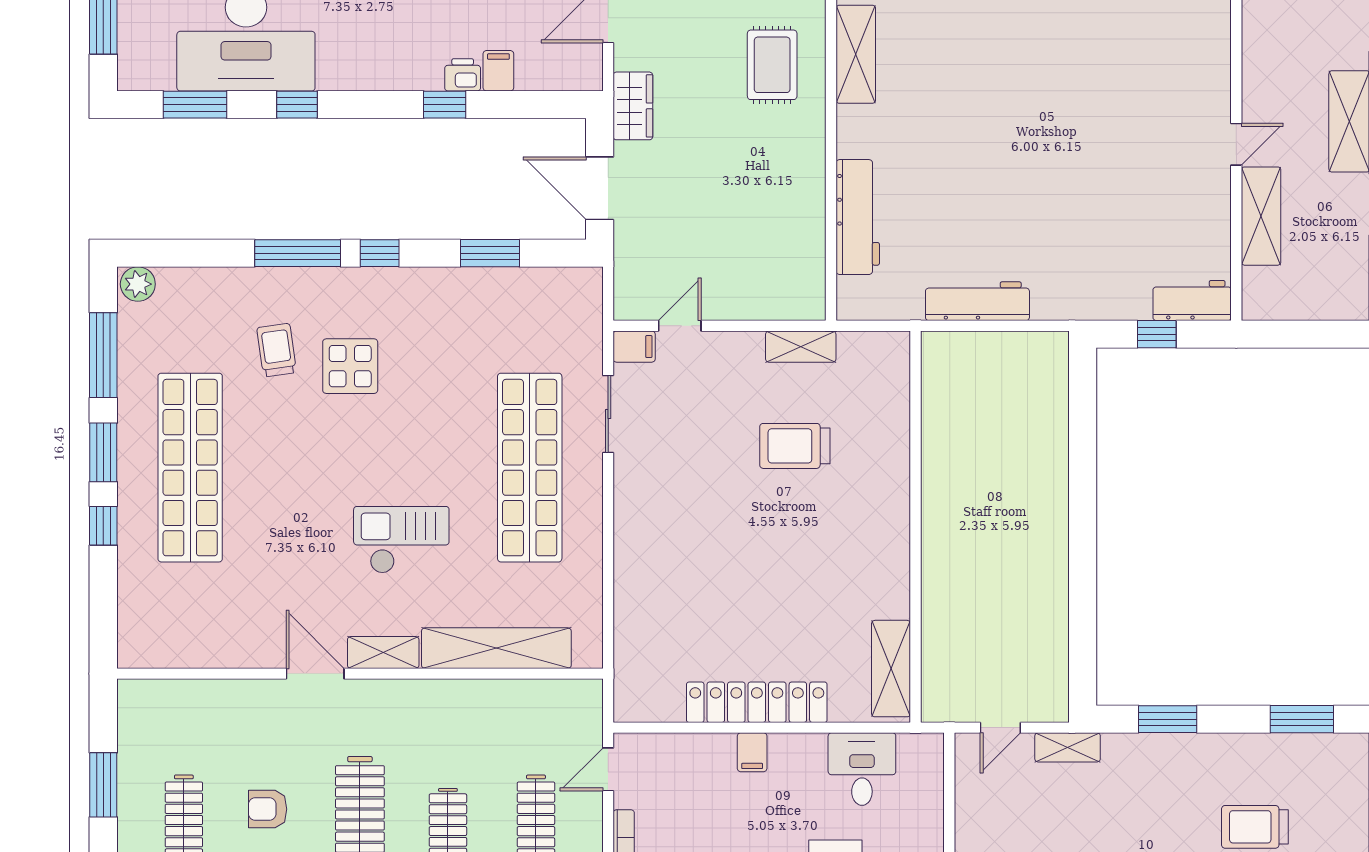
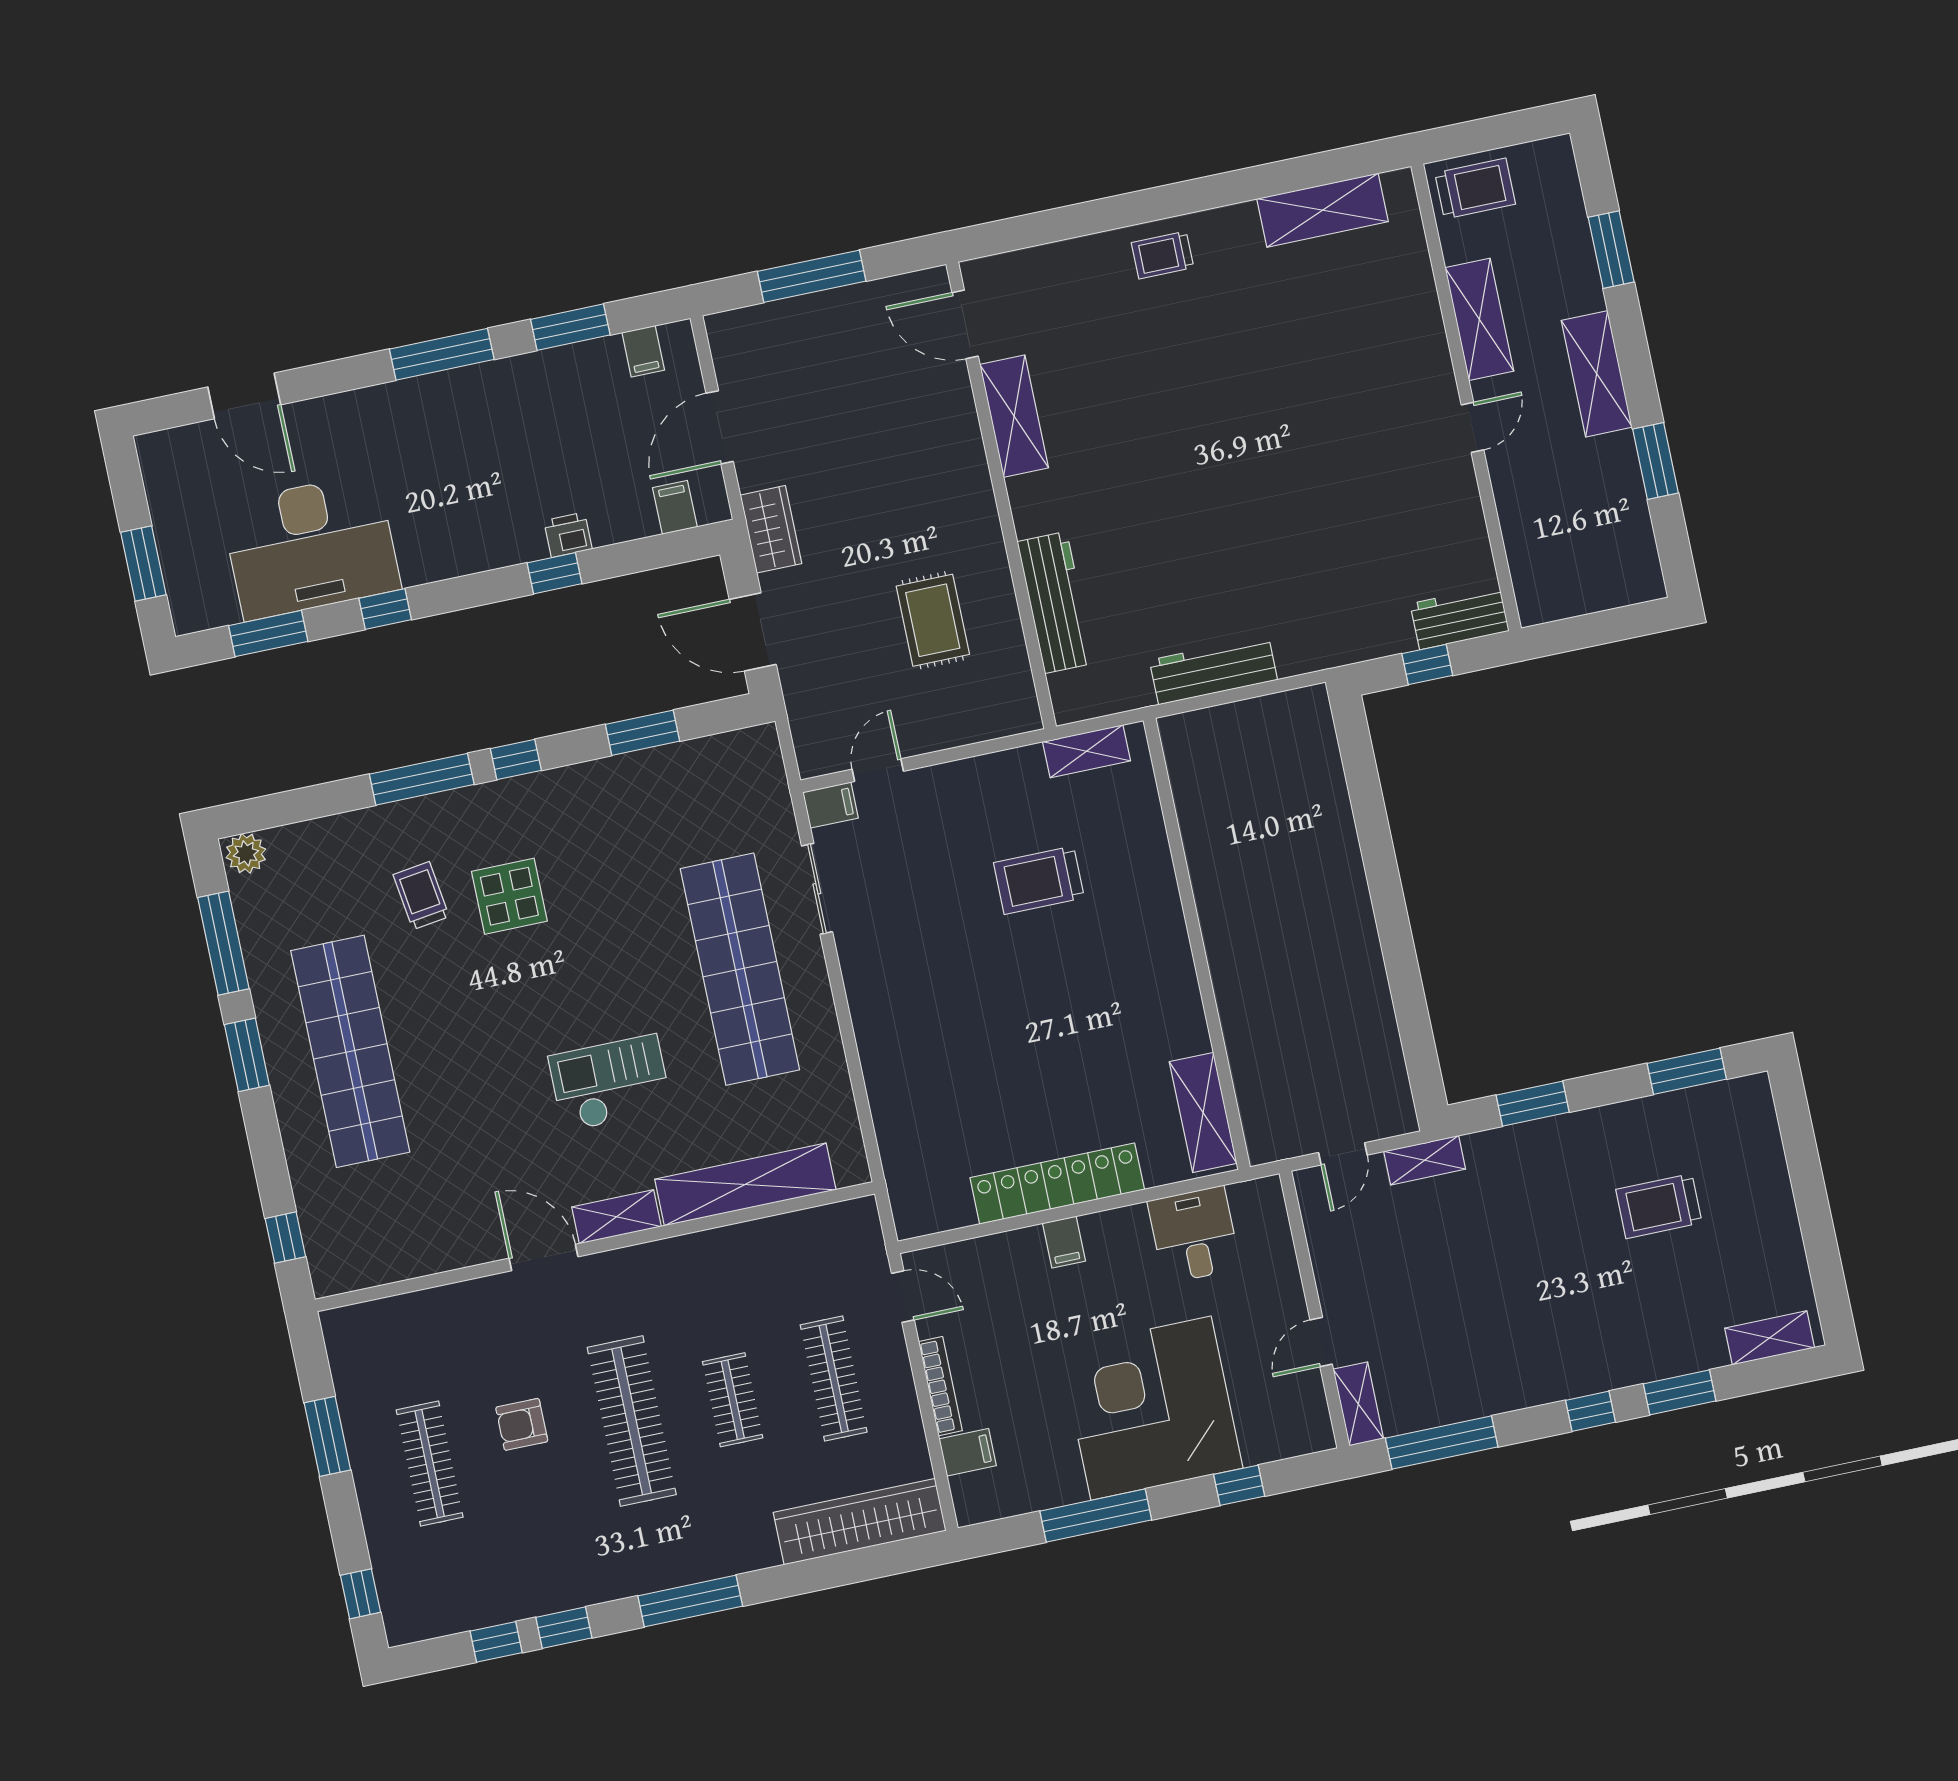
rug: (772, 65) -> (933, 620), moved
filing cabinet: (498, 71) -> (675, 507), moved
shelving: (1261, 216) -> (1479, 319), moved
shelving: (801, 347) -> (1086, 751), moved
window: (103, 526) -> (285, 1238), moved
door: (608, 769) -> (903, 1297), swing flipped

